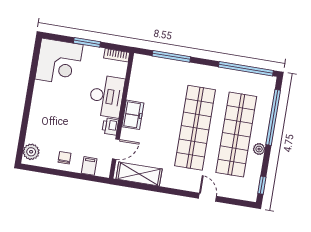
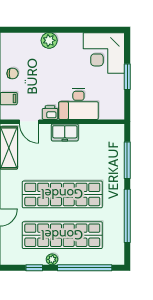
bookcase: (117, 55) -> (120, 107), removed
window: (246, 69) -> (127, 216), moved
plant: (31, 152) -> (49, 40), moved
window: (262, 185) -> (34, 268), moved

